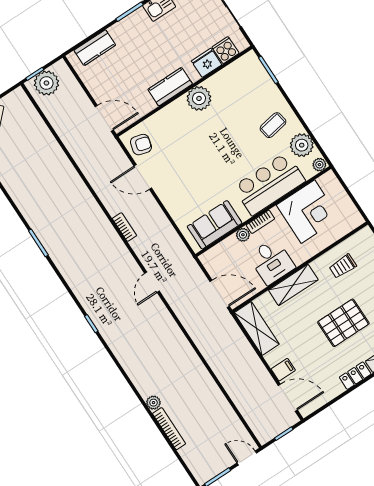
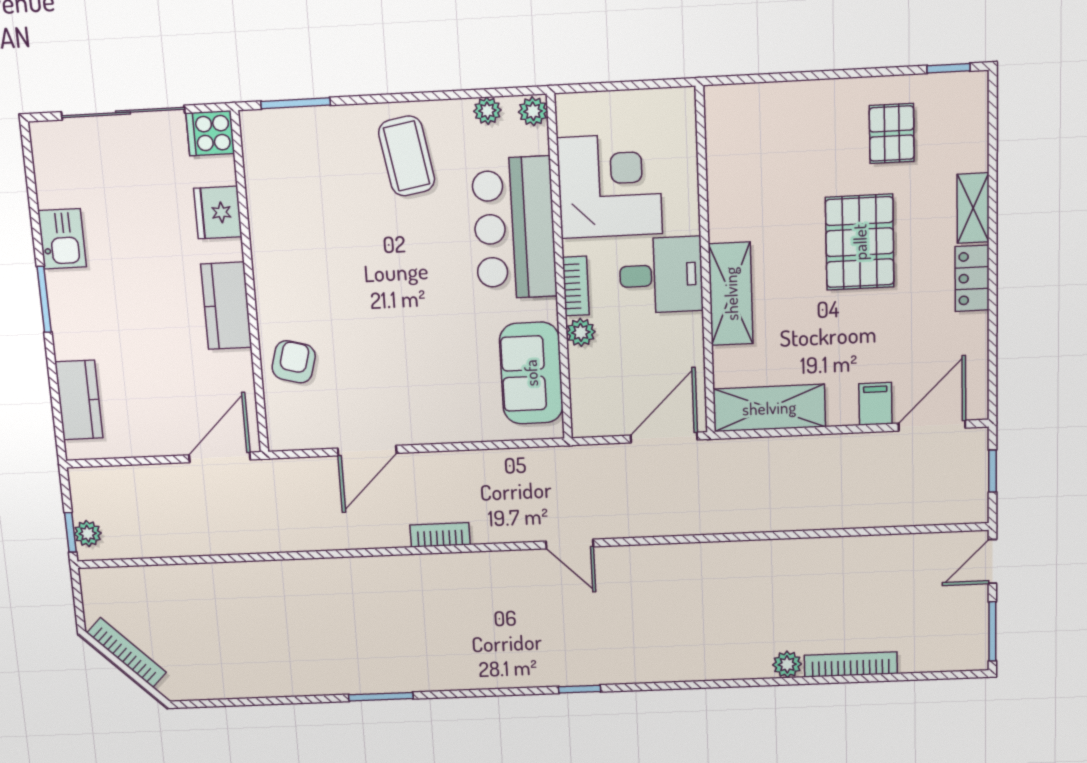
cooker: (225, 50) -> (210, 133), moved
plant: (46, 83) -> (88, 534), width x0.53, depth x0.53
plant: (199, 98) -> (278, 265), removed
coffee table: (273, 125) -> (407, 156), width x1.36, depth x1.30
armchair: (141, 145) -> (294, 362), moved
plant: (302, 145) -> (487, 111), width x0.53, depth x0.53
desk: (272, 261) -> (661, 275), moved
trolley: (343, 266) -> (753, 180), removed

